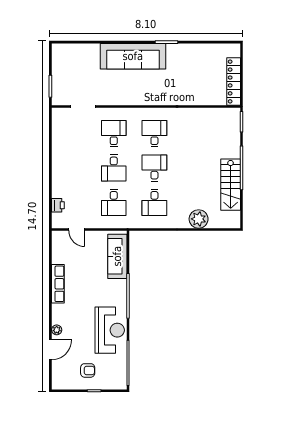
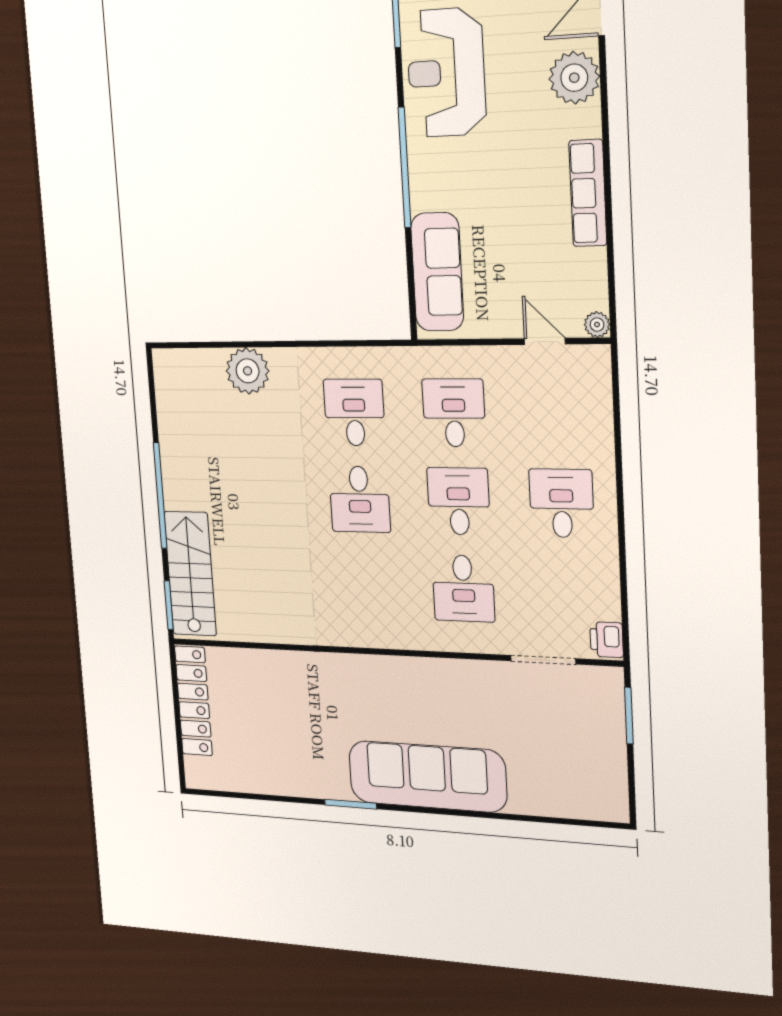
desk: (154, 134) -> (562, 503), moved, turned 180
stairs: (231, 185) -> (190, 574), moved
printer: (58, 205) -> (607, 640), moved
plant: (56, 236) -> (597, 325), added
plant: (57, 330) -> (574, 78), width x1.87, depth x1.87

